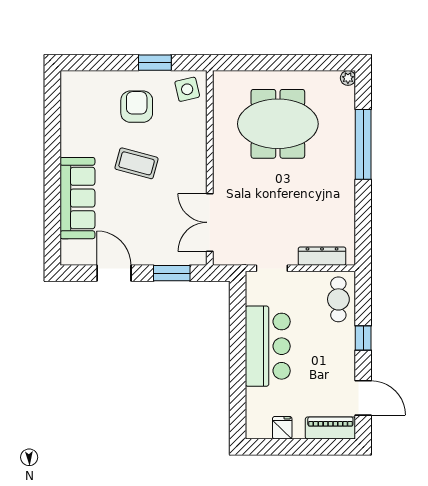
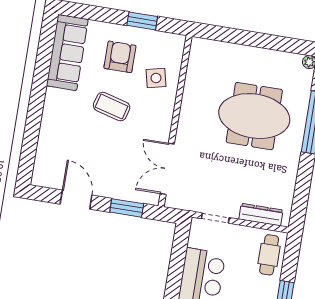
side table: (187, 89) -> (156, 78), moved
meeting table: (278, 124) -> (254, 116), moved
sofa: (77, 198) -> (67, 53), moved

